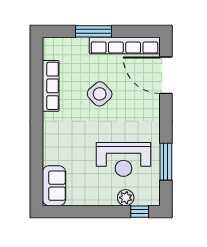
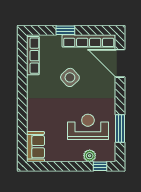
window: (94, 31) -> (65, 30), width x0.69
row of seats: (51, 86) -> (33, 56), moved
reception desk: (123, 159) -> (88, 127), turned 180

